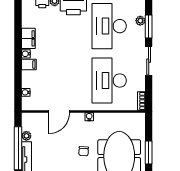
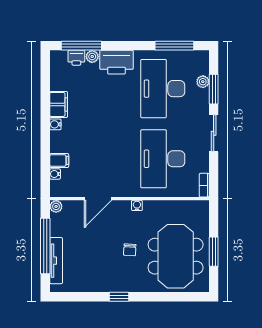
filing cabinet: (29, 65) -> (59, 160), moved
plant: (26, 136) -> (56, 206), moved

